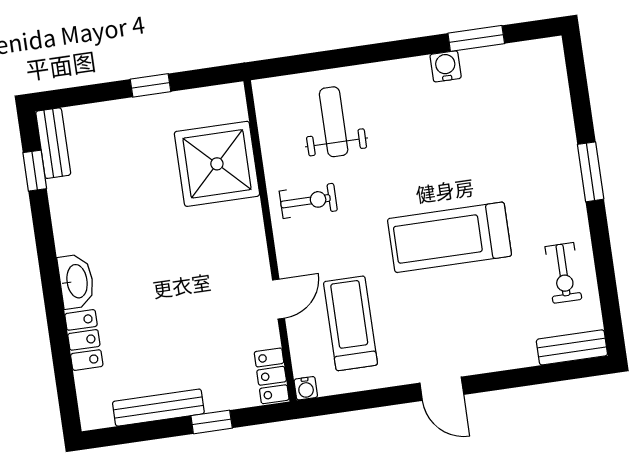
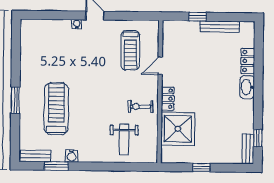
treadmill: (450, 237) -> (56, 109), moved, turned -90
exercise bike: (563, 273) -> (34, 58), removed
bench: (572, 347) -> (35, 156), moved
locker: (272, 376) -> (168, 99), moved
water cooler: (306, 388) -> (77, 24), moved

